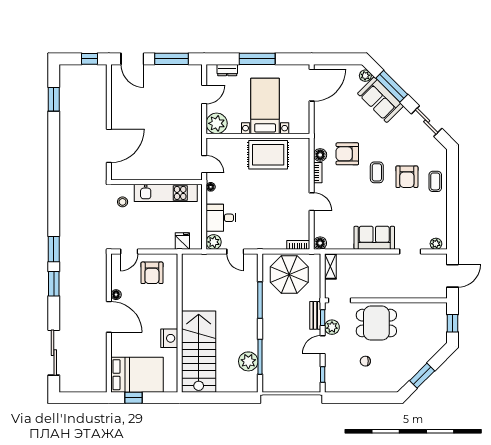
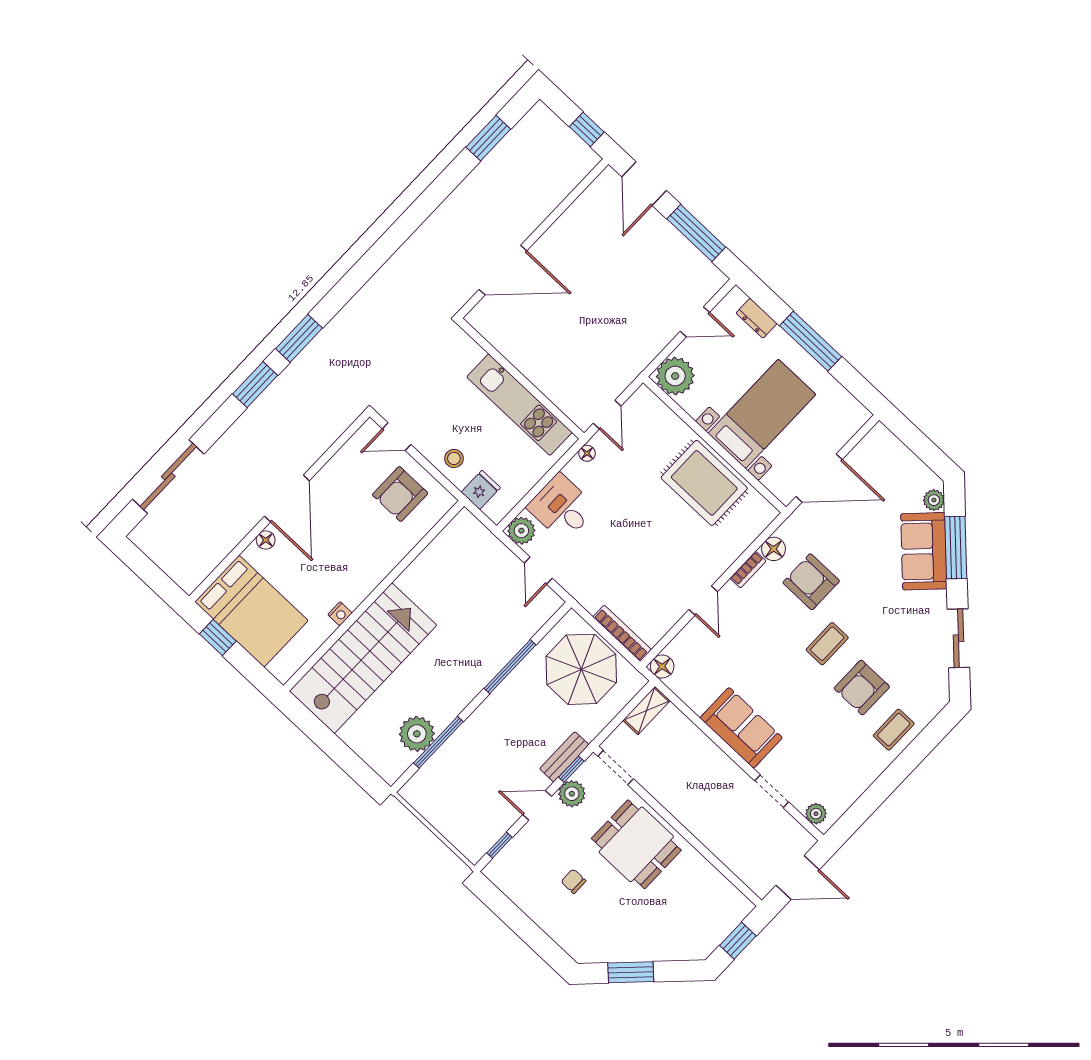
door: (312, 85) -> (819, 478), moved
stool: (123, 202) -> (454, 458), moved
bookcase: (298, 245) -> (622, 633), width x1.56
floor lamp: (116, 295) -> (266, 540), moved
nightstand: (169, 338) -> (340, 614), width x0.53, depth x0.56

